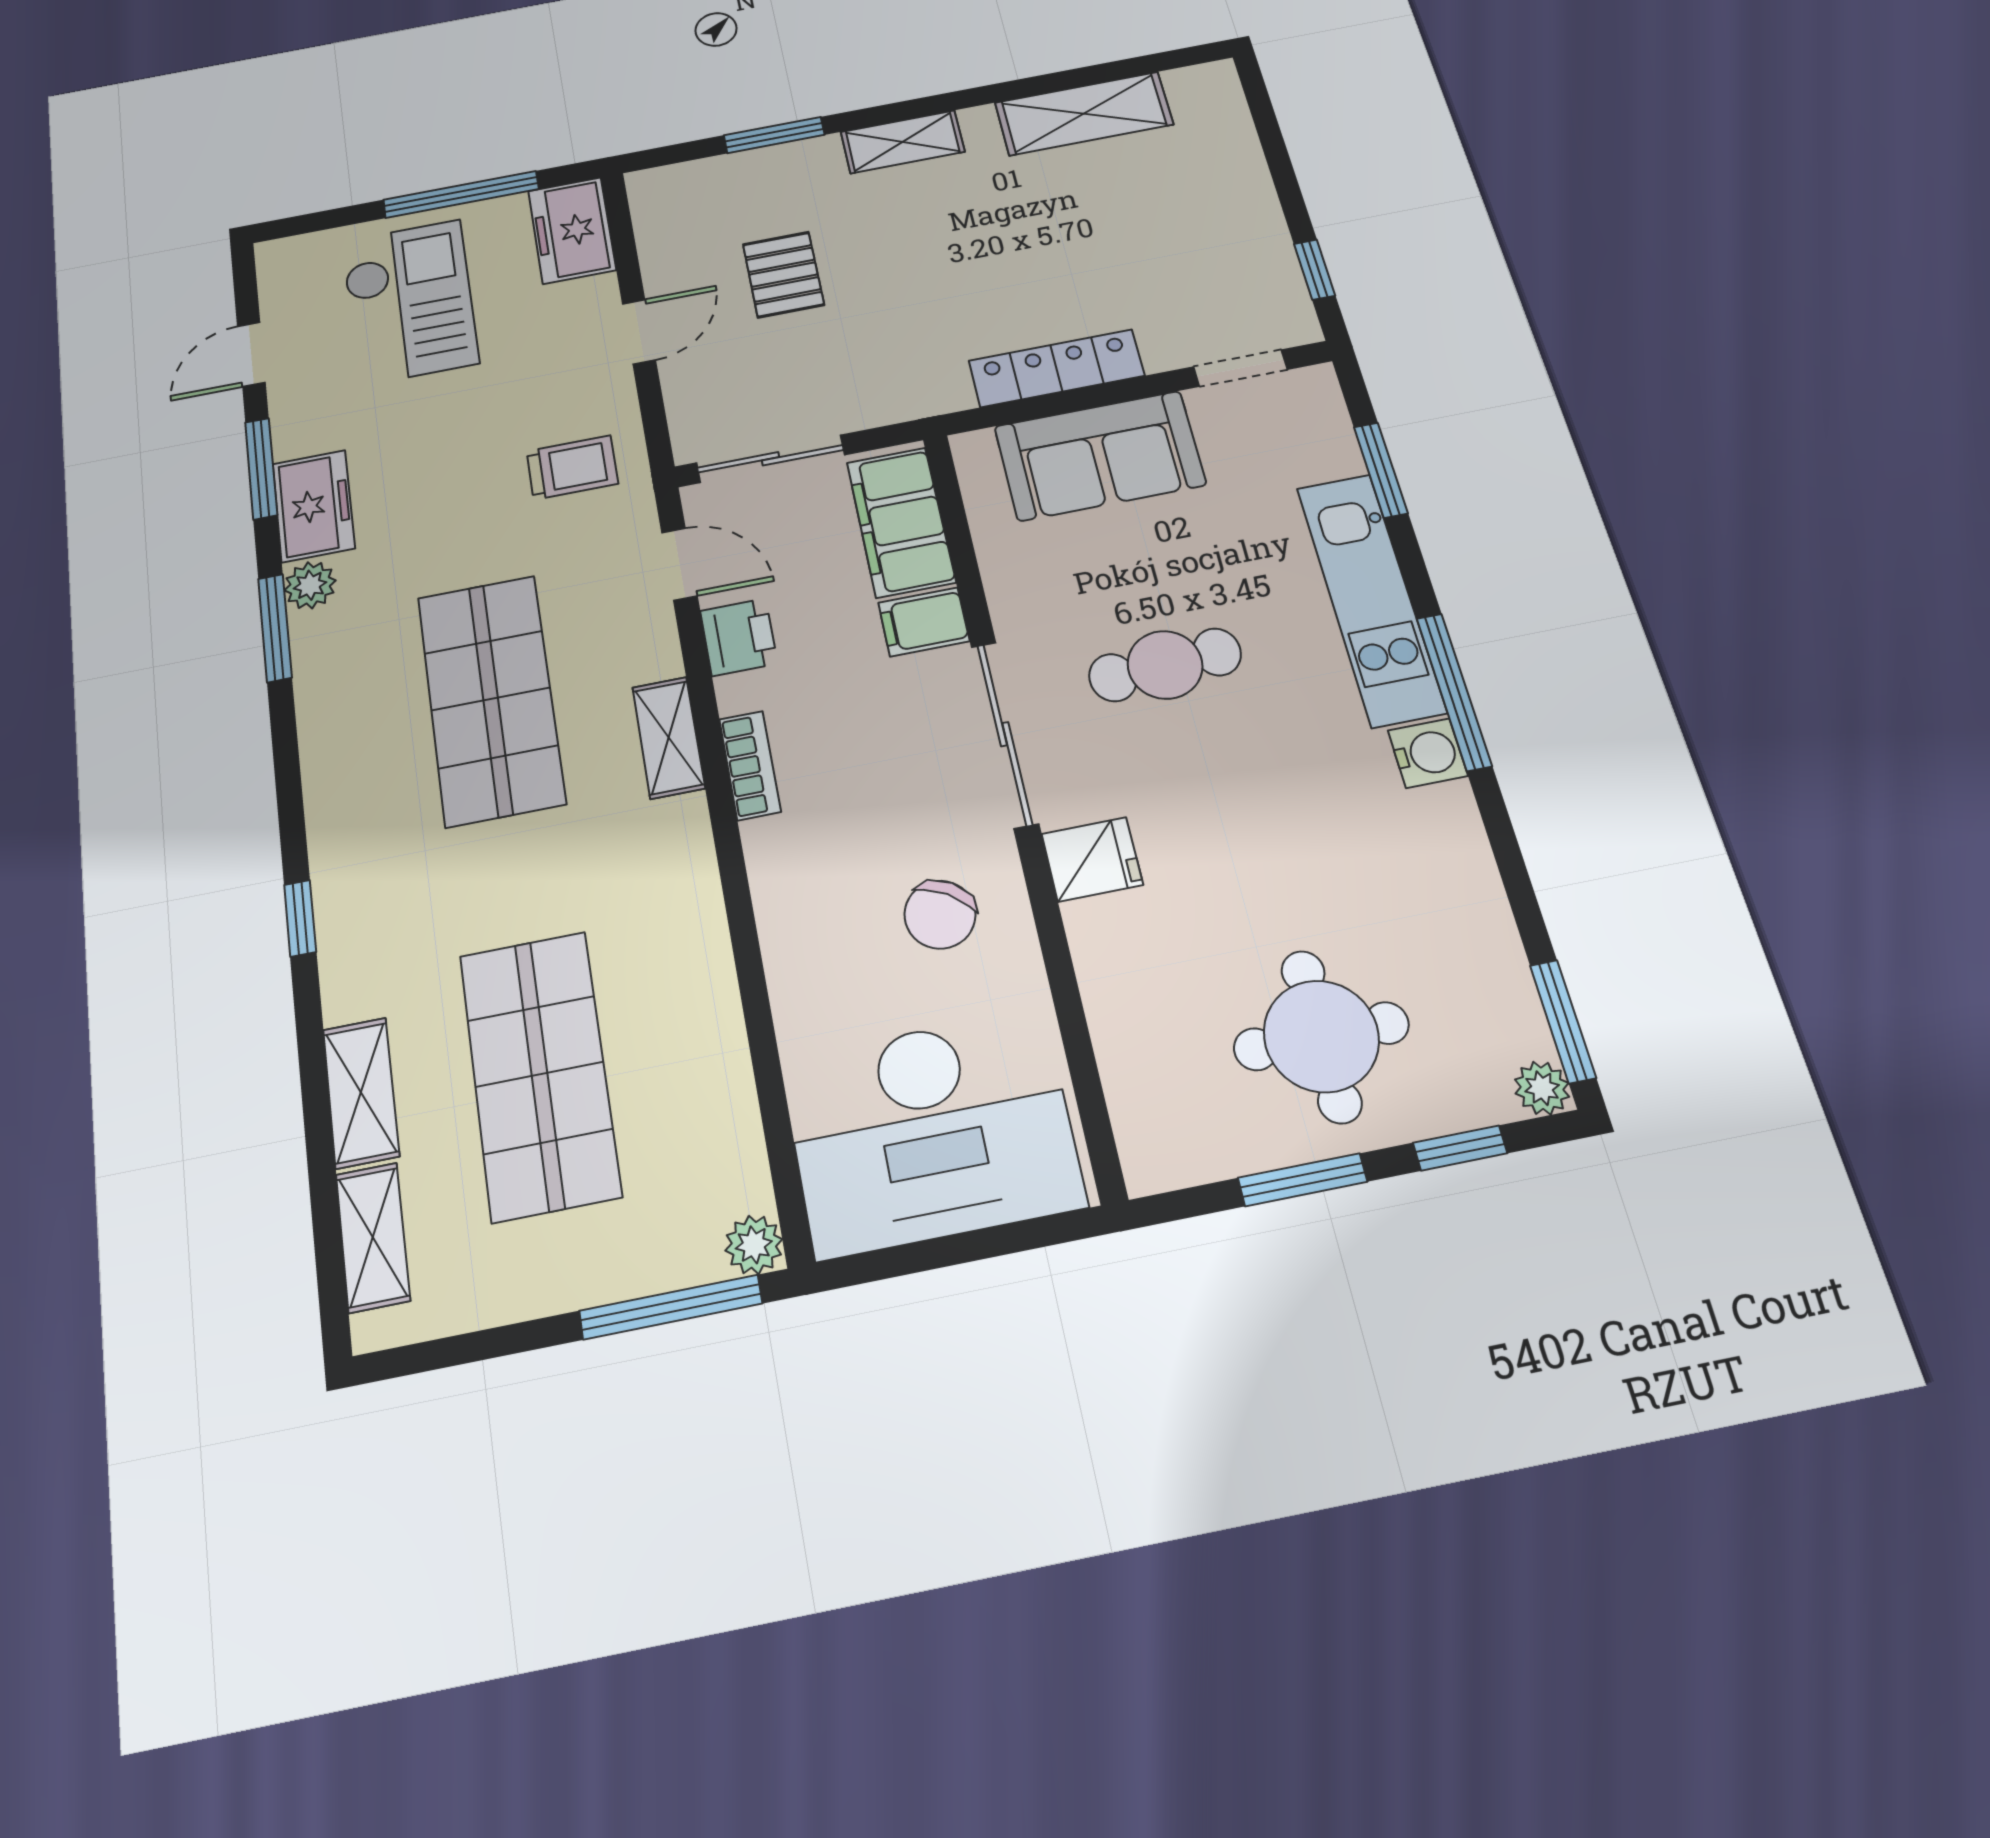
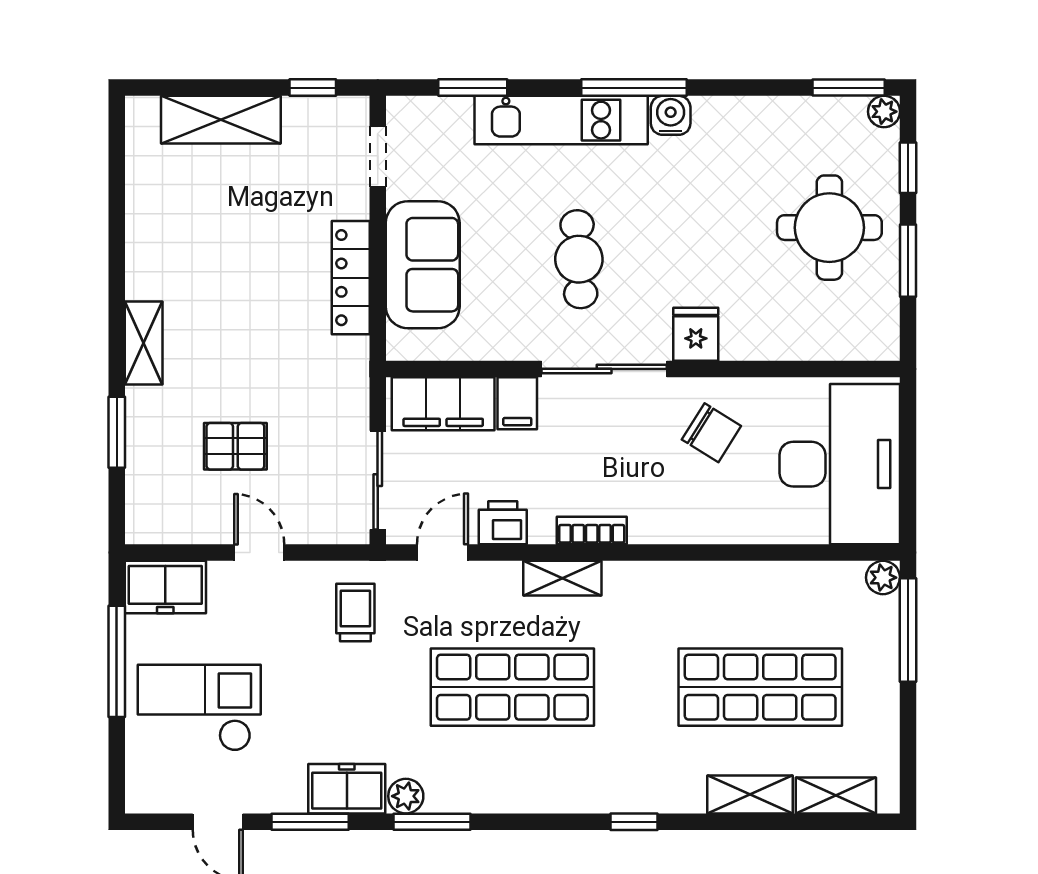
shelving: (1084, 114) -> (221, 120), moved, turned 90

